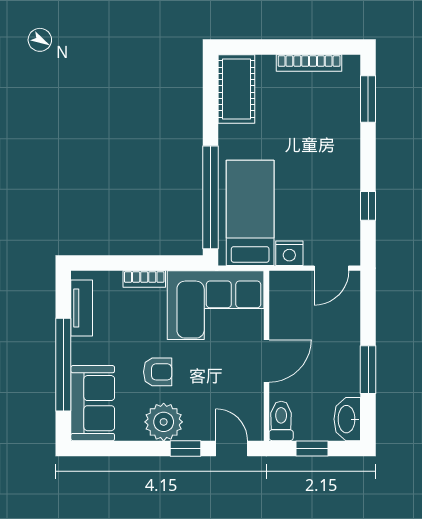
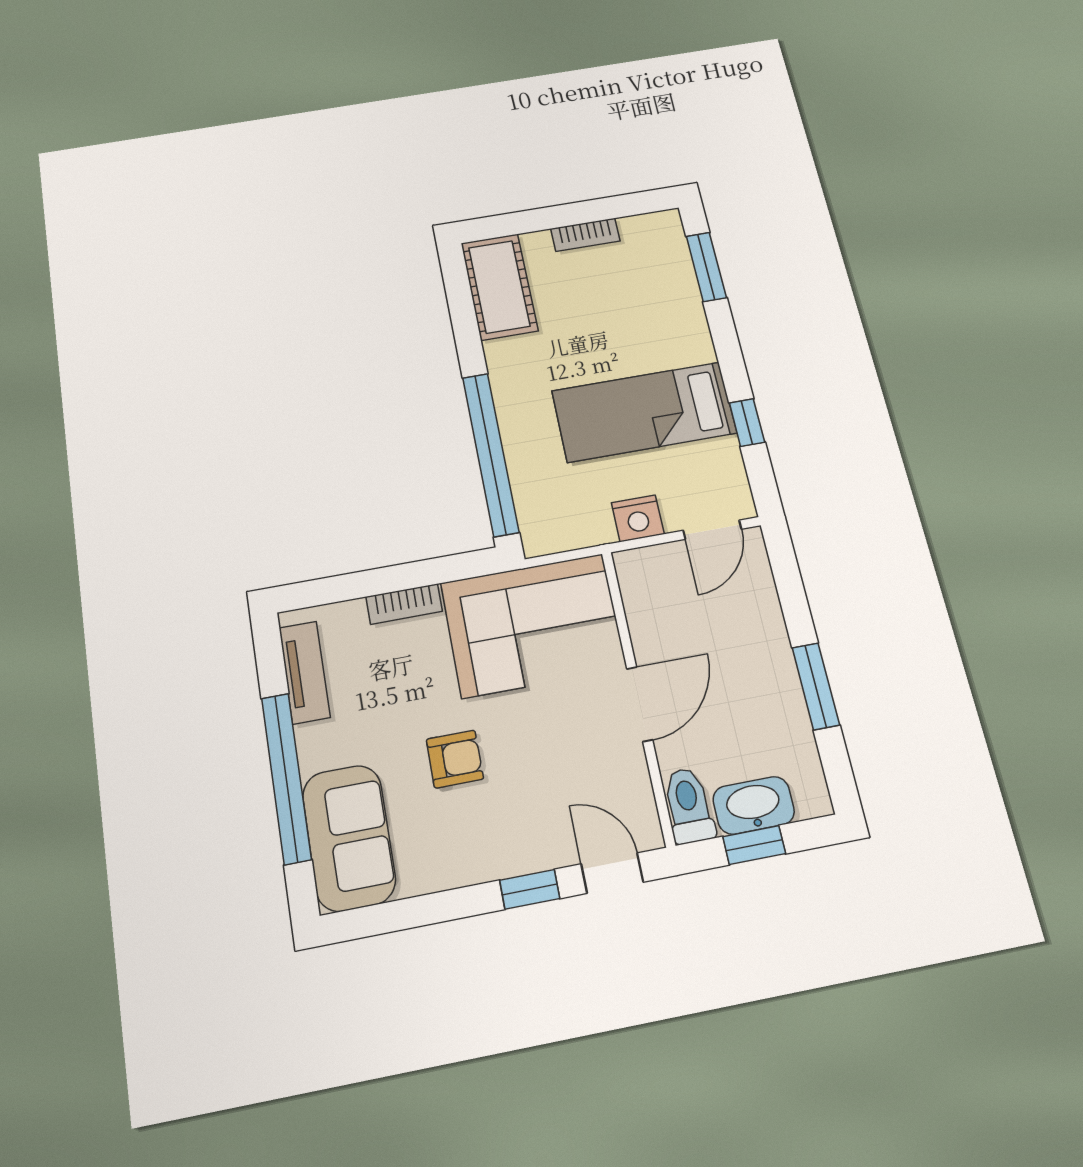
bookcase: (309, 63) -> (585, 235), width x0.64
bed: (250, 213) -> (644, 412), moved, turned -90
washbasin: (347, 419) -> (754, 805), moved, turned 90
plant: (164, 422) -> (481, 848), removed

